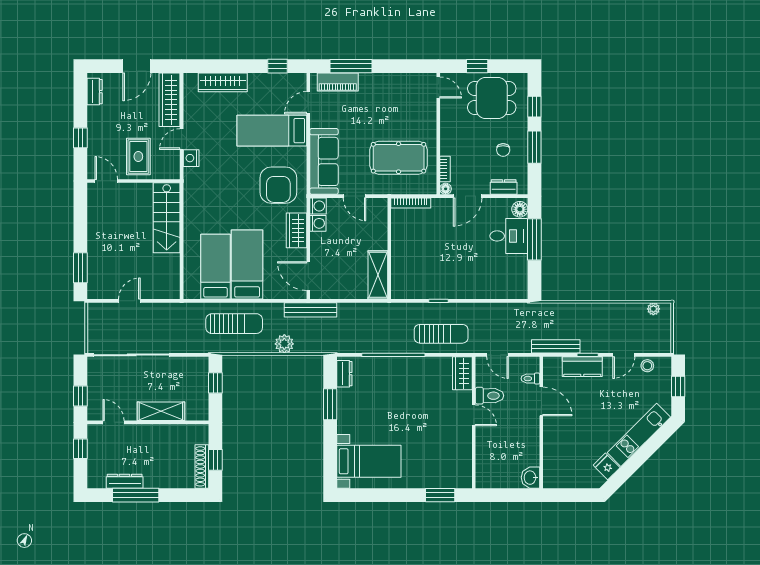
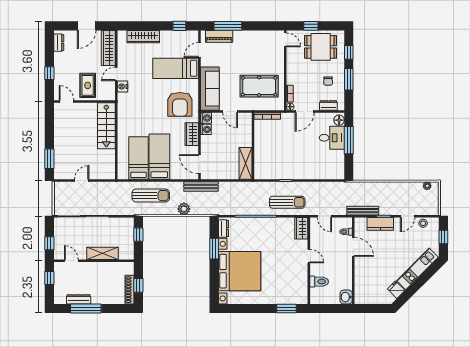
toilet: (489, 396) -> (319, 282), moved
bed with nightstands: (369, 461) -> (240, 271), width x1.85

